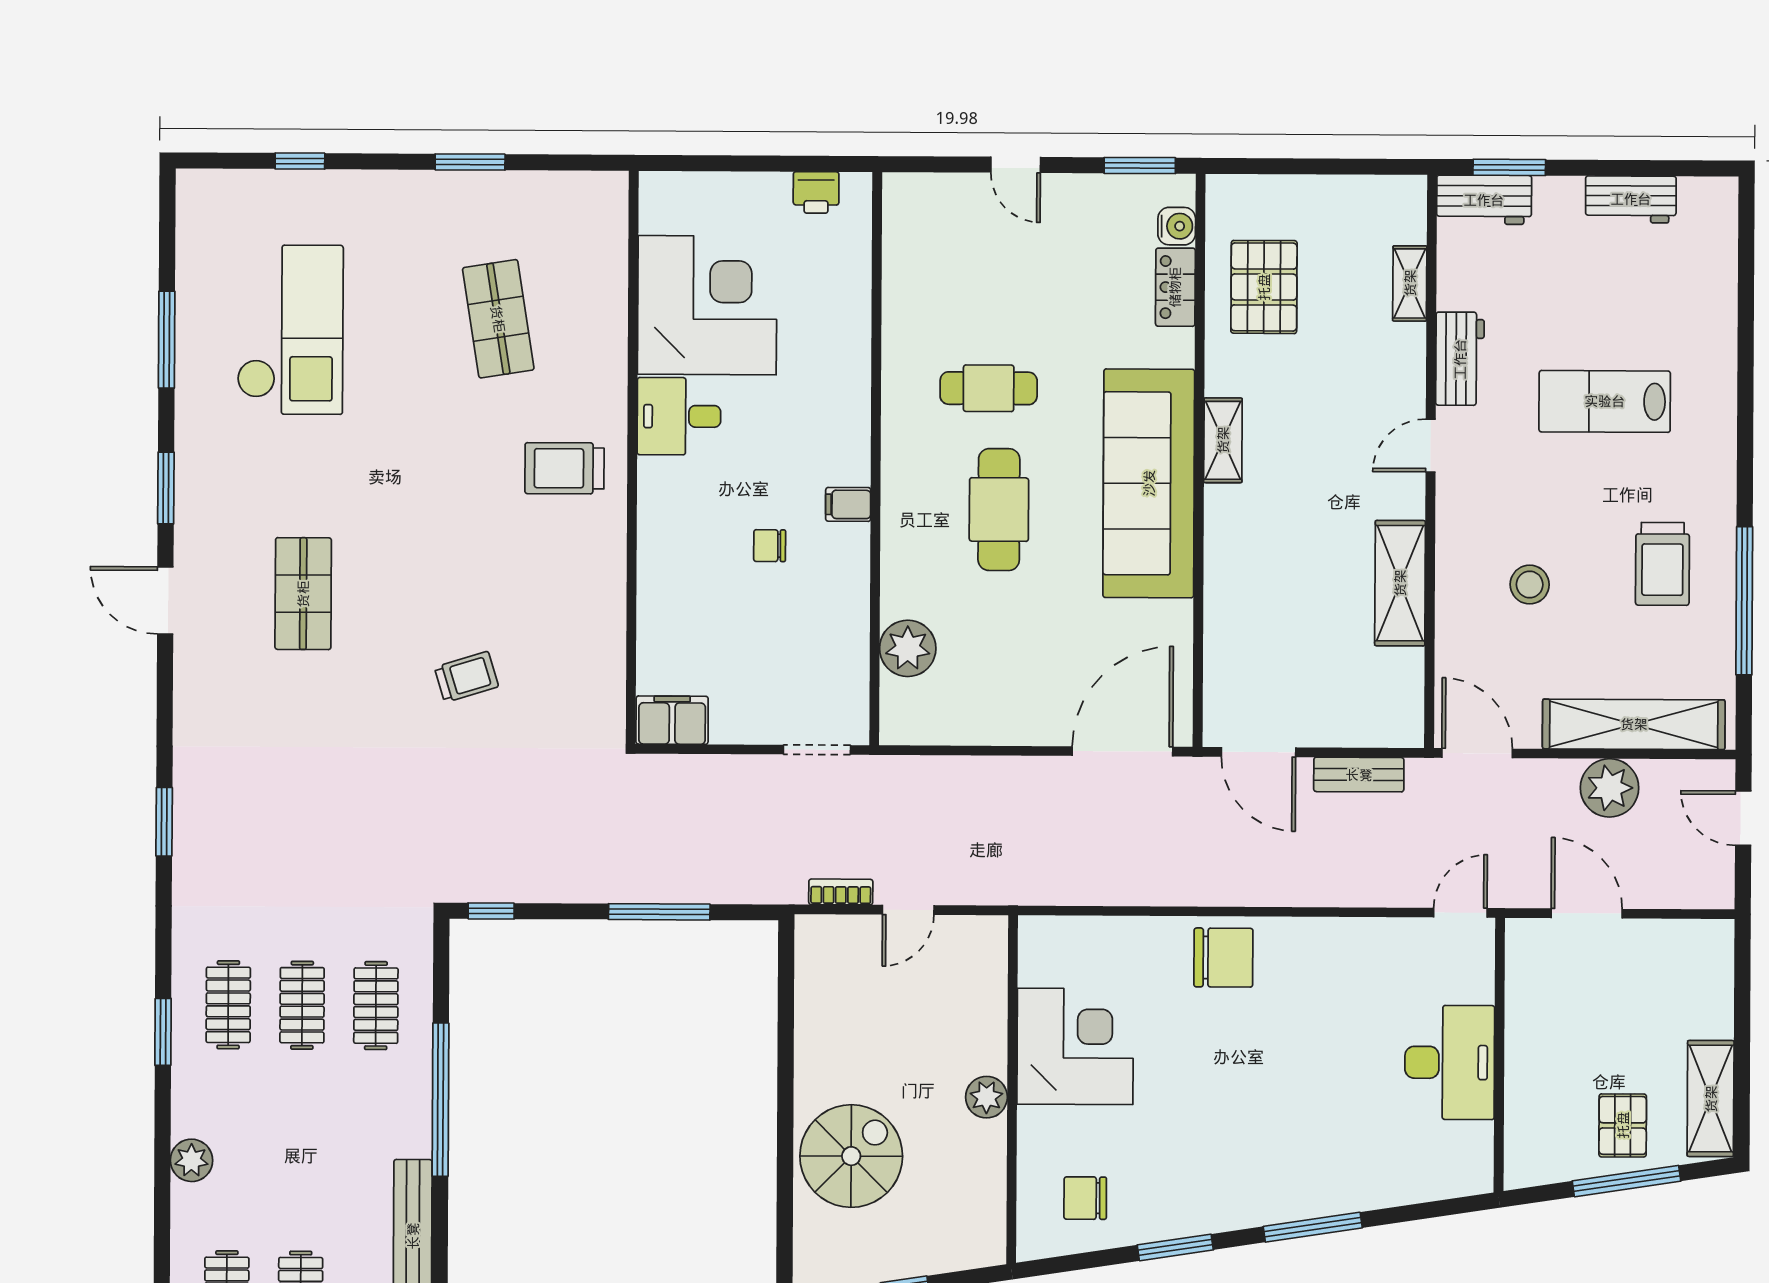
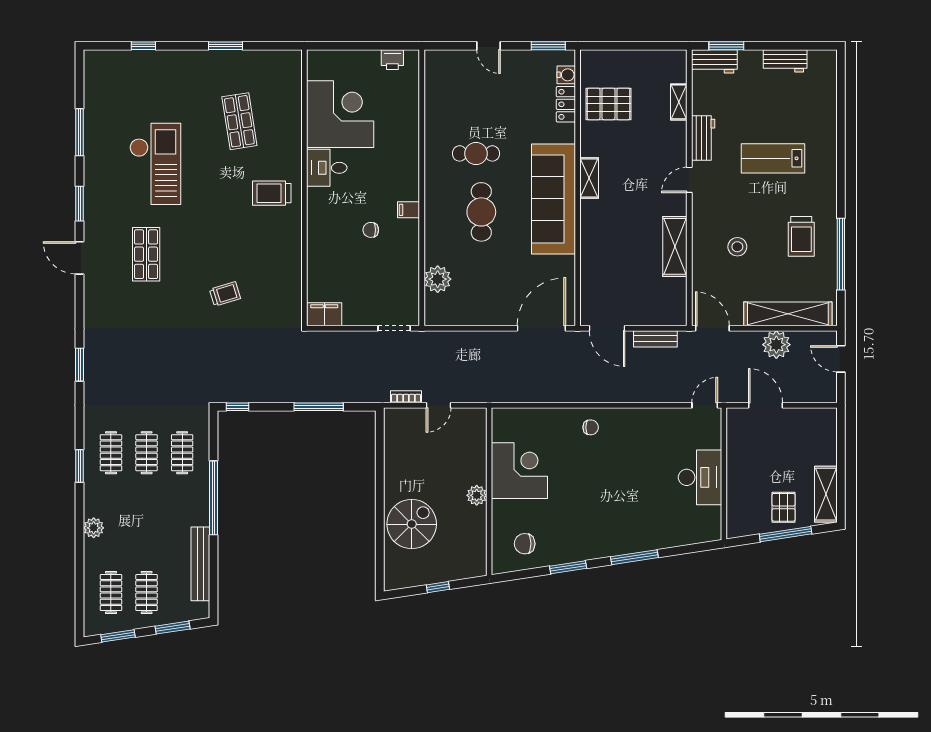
pallet: (1264, 287) -> (608, 104), turned 90
checkout: (290, 330) -> (155, 164), moved
chair: (1223, 958) -> (591, 427), width x0.54, depth x0.54

